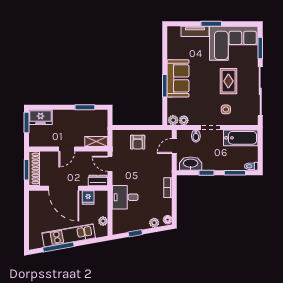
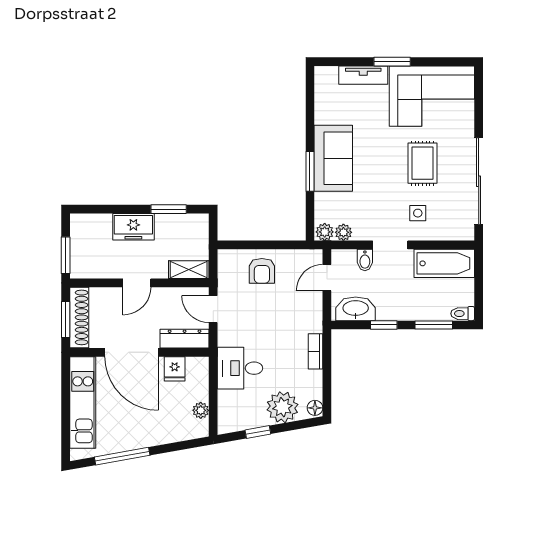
window: (260, 48) -> (479, 104), removed
freezer: (41, 117) -> (133, 227), moved
window: (26, 122) -> (66, 255), moved
dresser: (98, 180) -> (185, 339), width x1.44
plant: (154, 223) -> (282, 407), width x1.87, depth x1.87
kitchen unit: (69, 235) -> (83, 402), moved, turned 100

